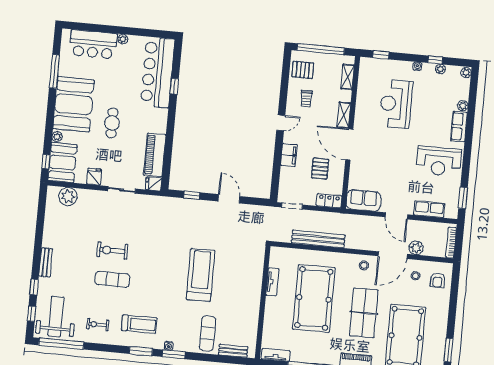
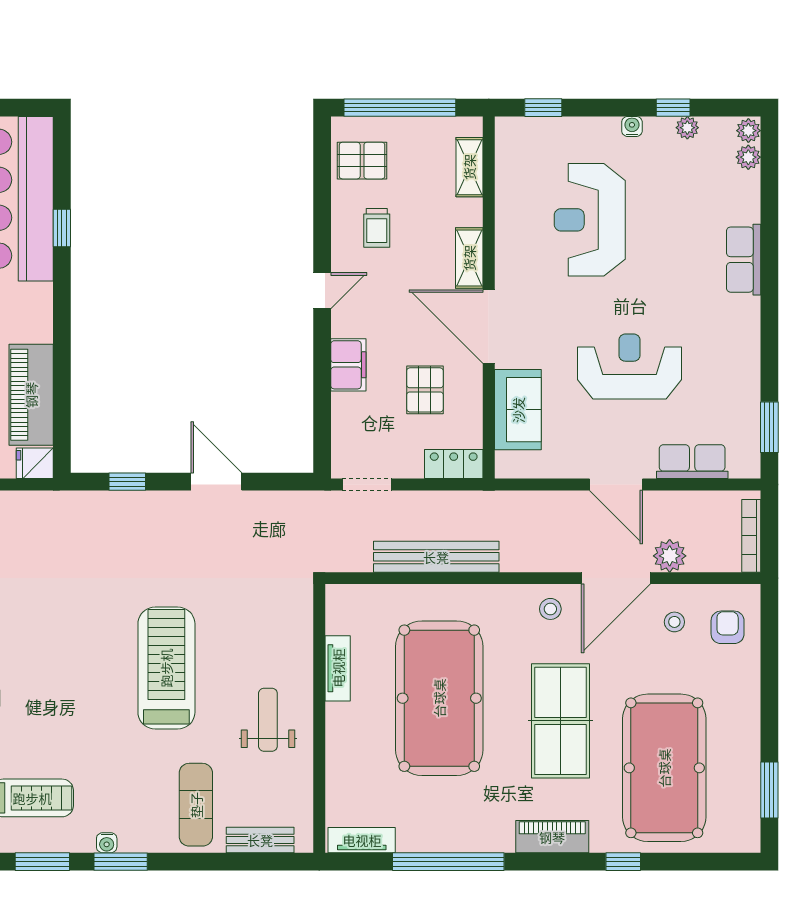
plant: (463, 106) -> (748, 157), moved
reception desk: (439, 161) -> (629, 367), moved, turned 180
sofa: (364, 200) -> (518, 410), moved, turned 90
armchair: (438, 280) -> (728, 627), turned 180
weight bench: (241, 301) -> (268, 720), added

